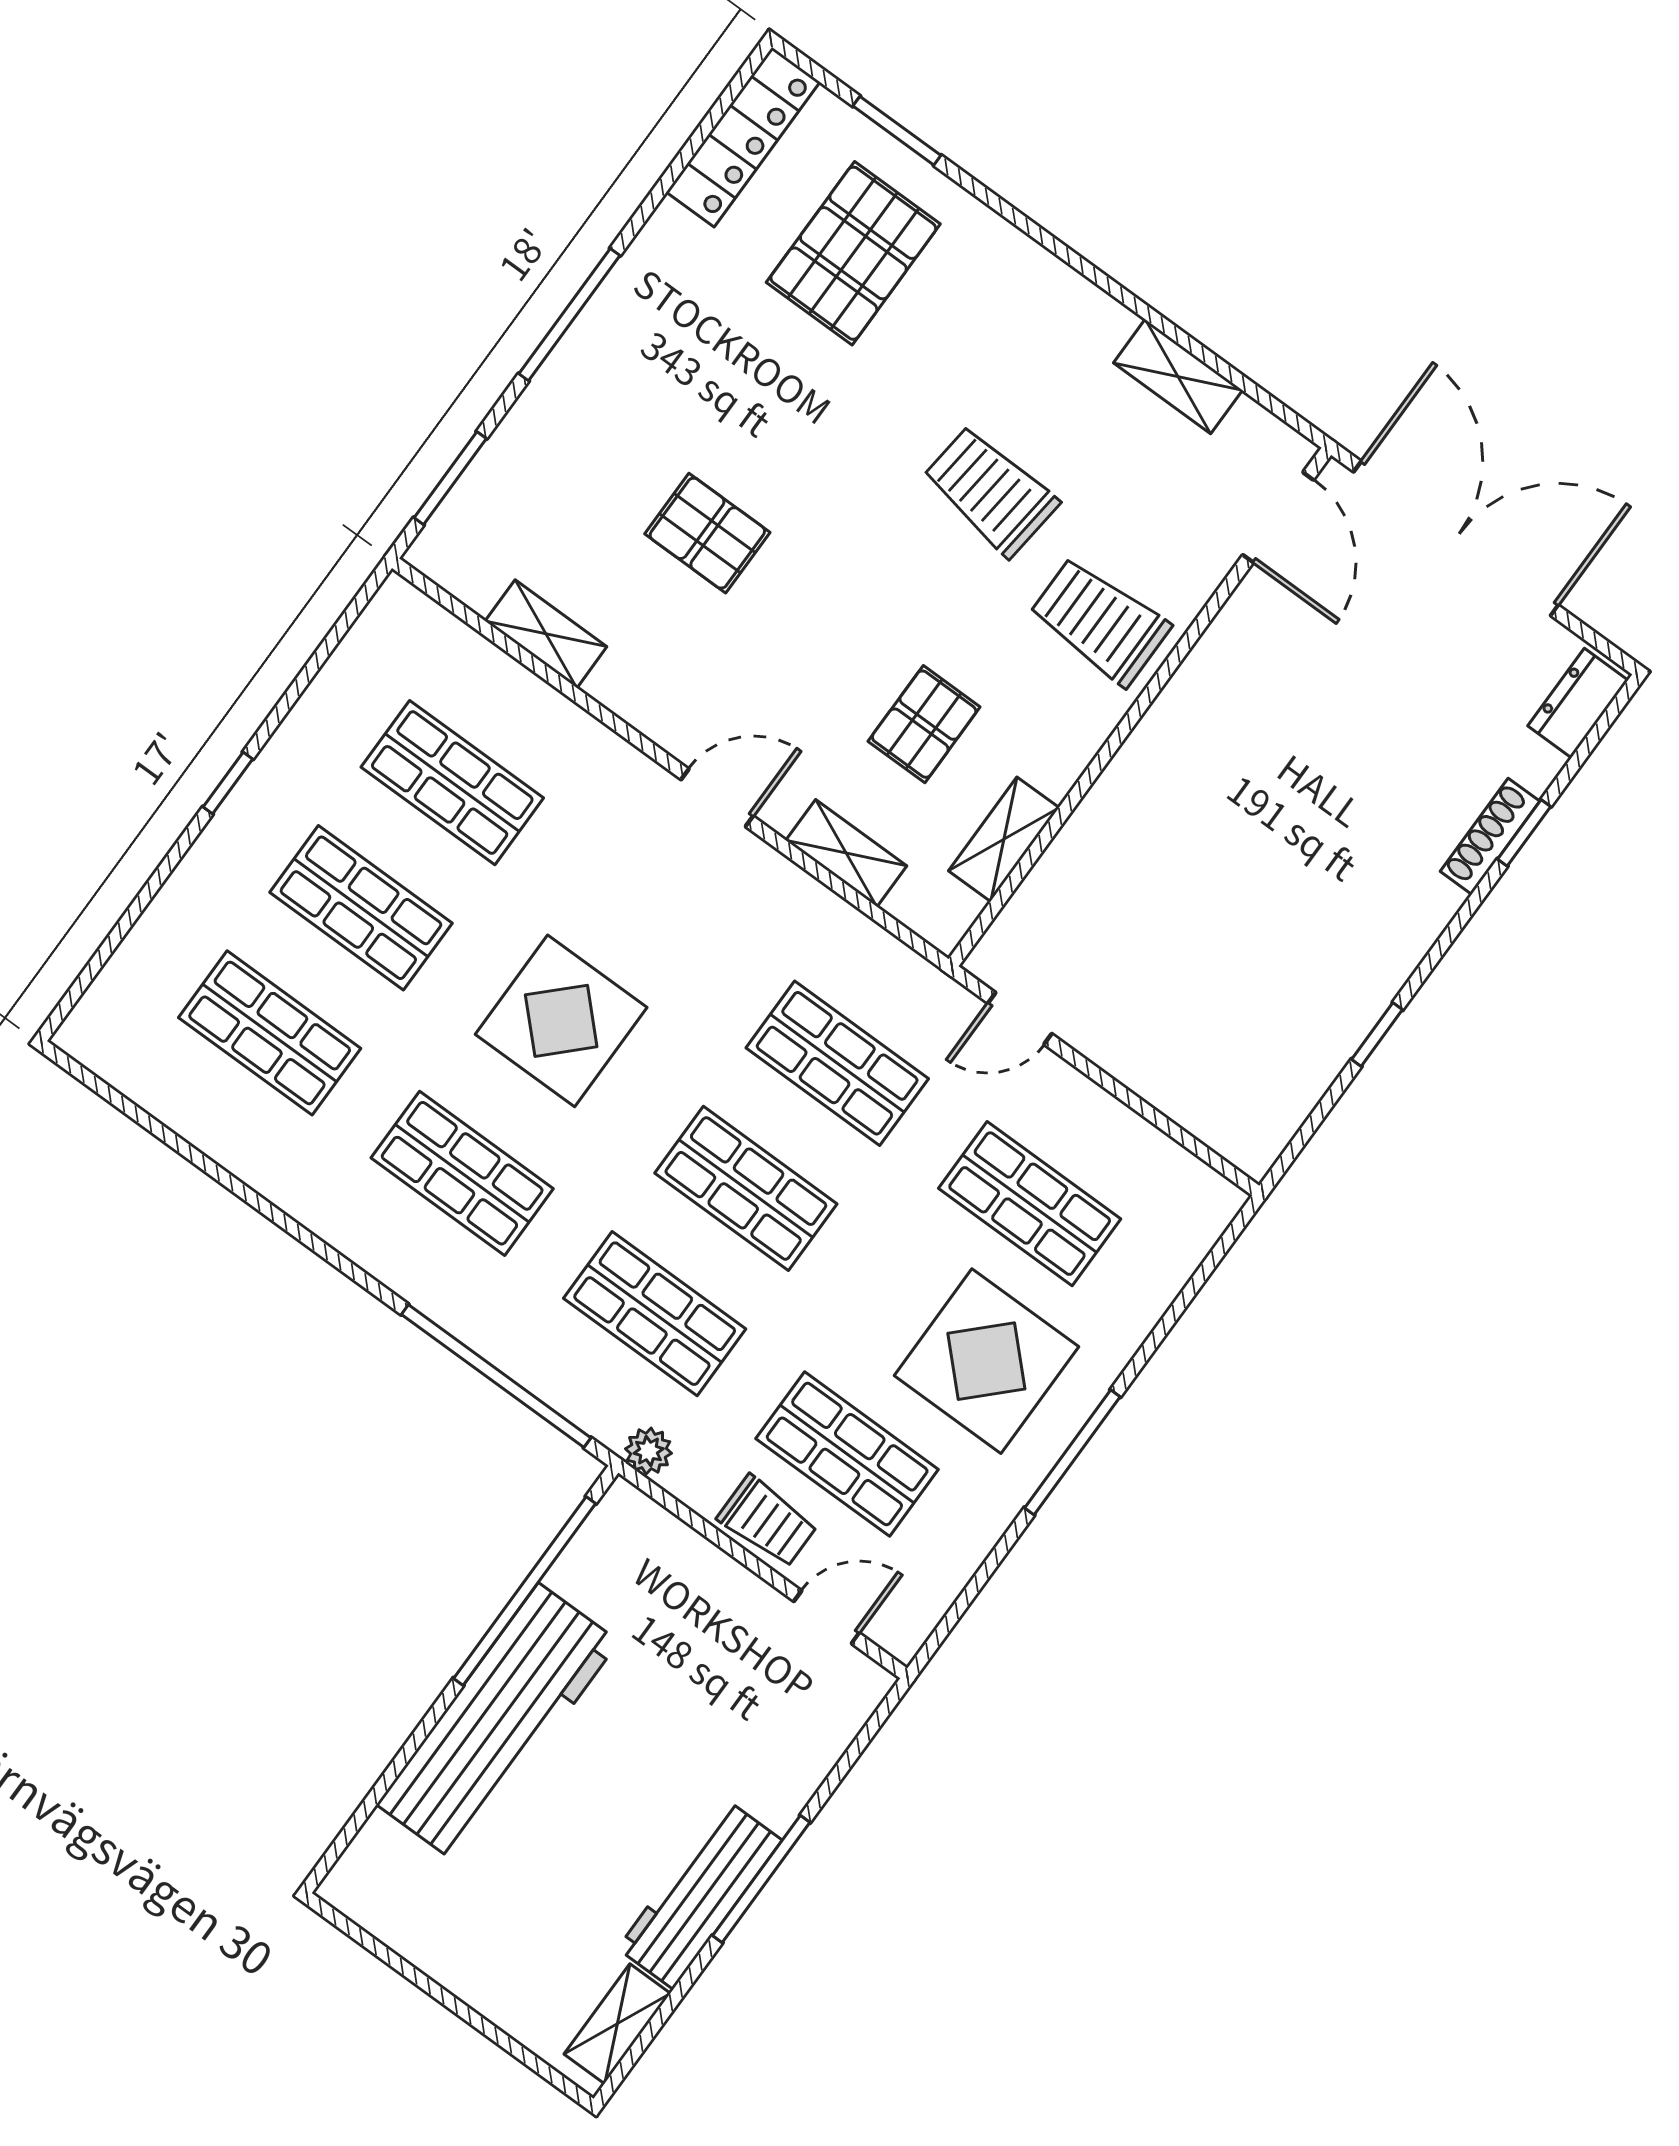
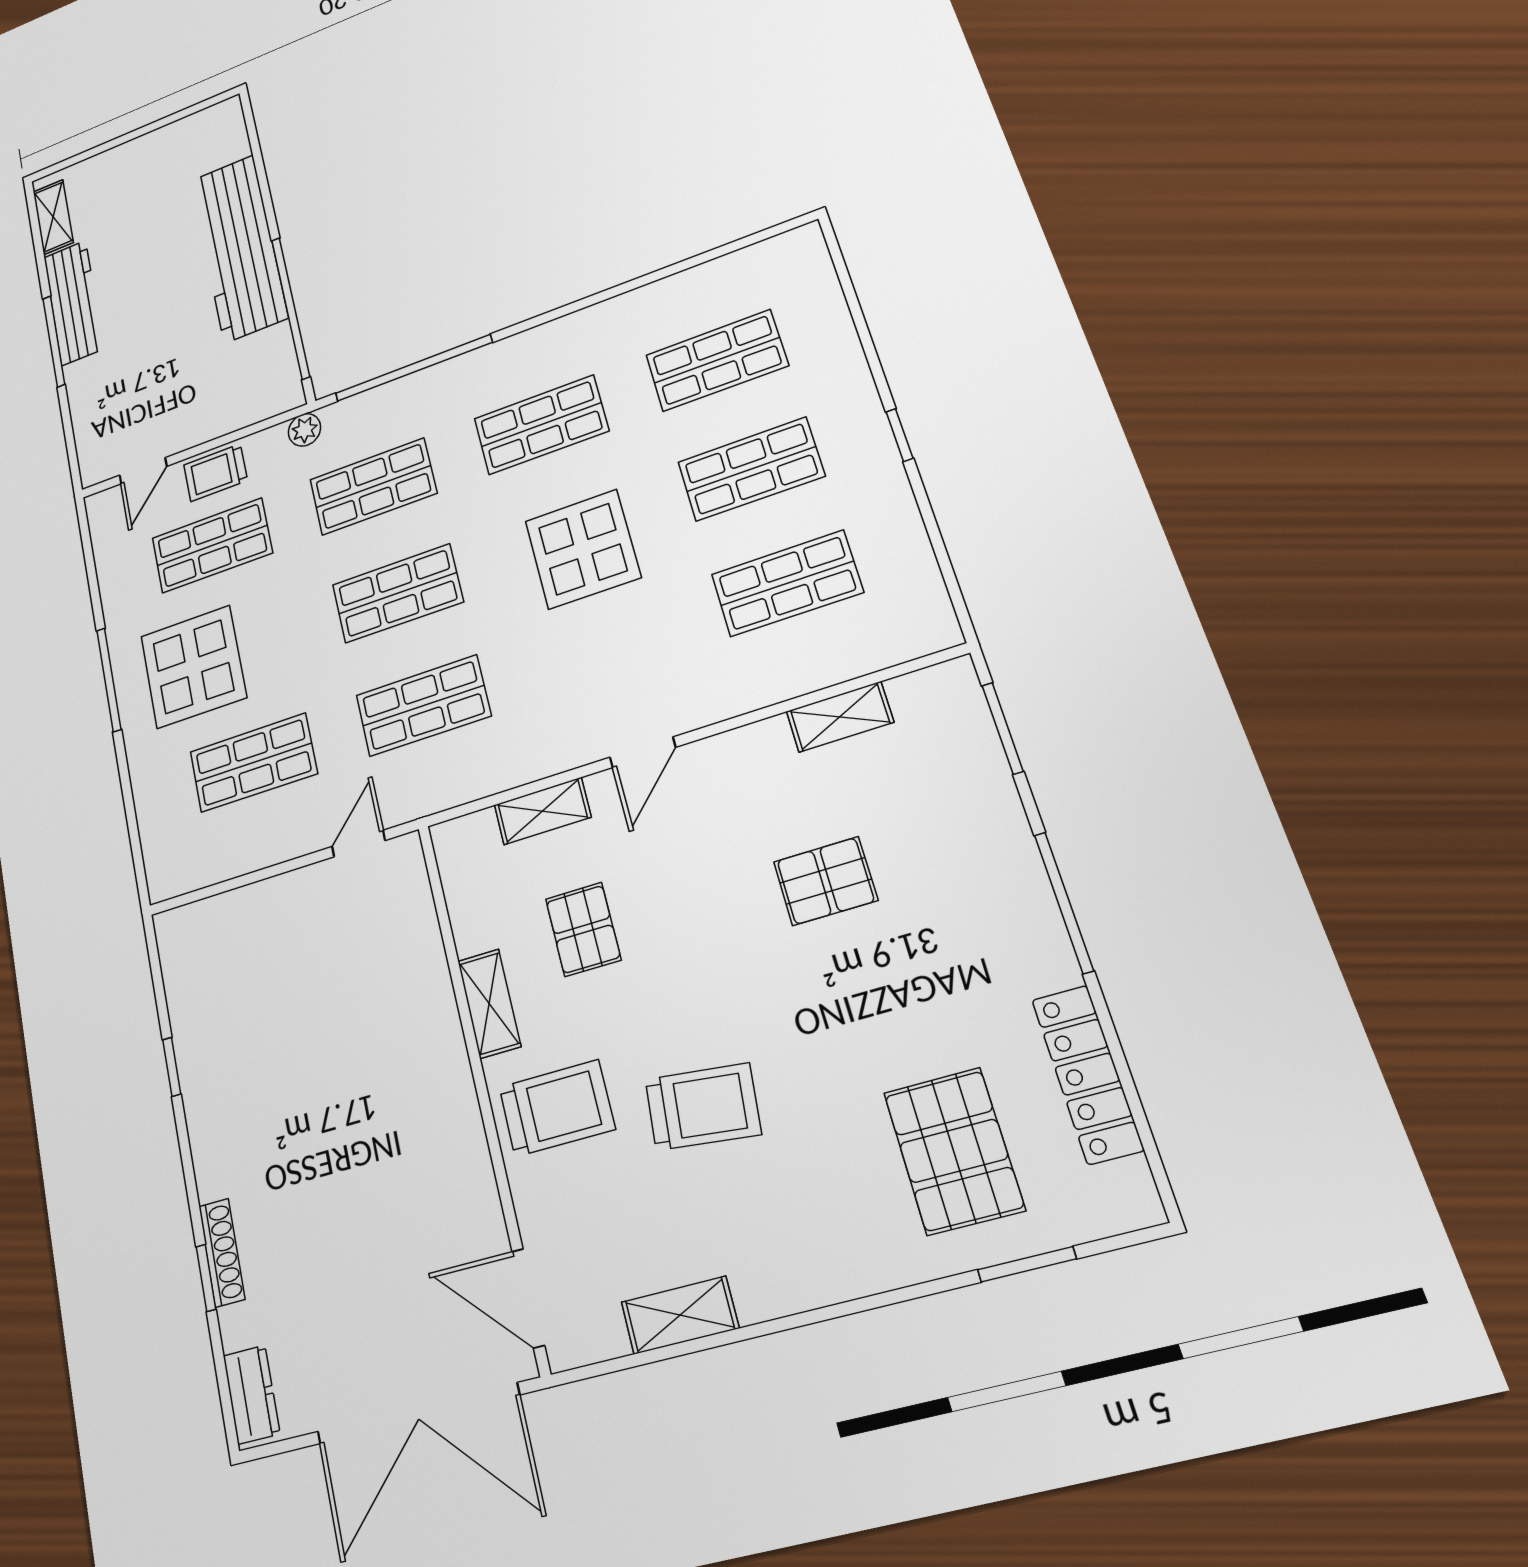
locker: (743, 137) -> (1087, 1074), moved
shelving: (1004, 839) -> (489, 1004), moved

